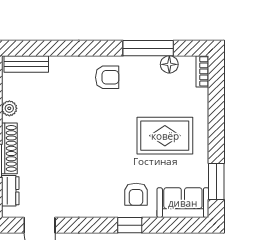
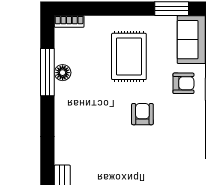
floor lamp: (169, 64) -> (63, 73), moved
armchair: (107, 77) -> (142, 114), moved

